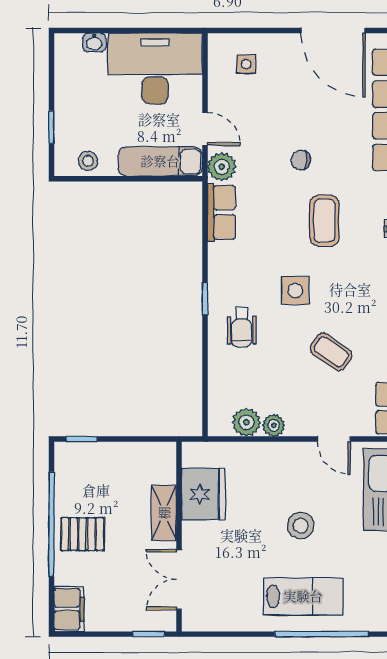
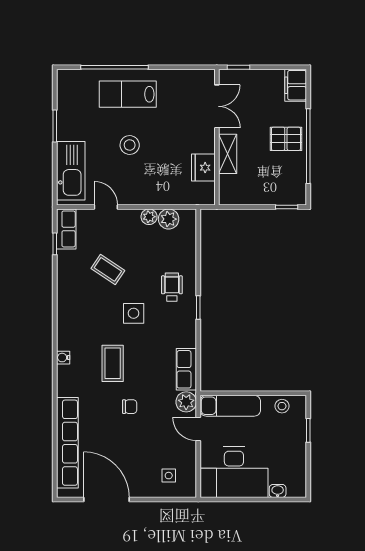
fridge: (203, 494) -> (203, 168), width x0.73, depth x0.75

